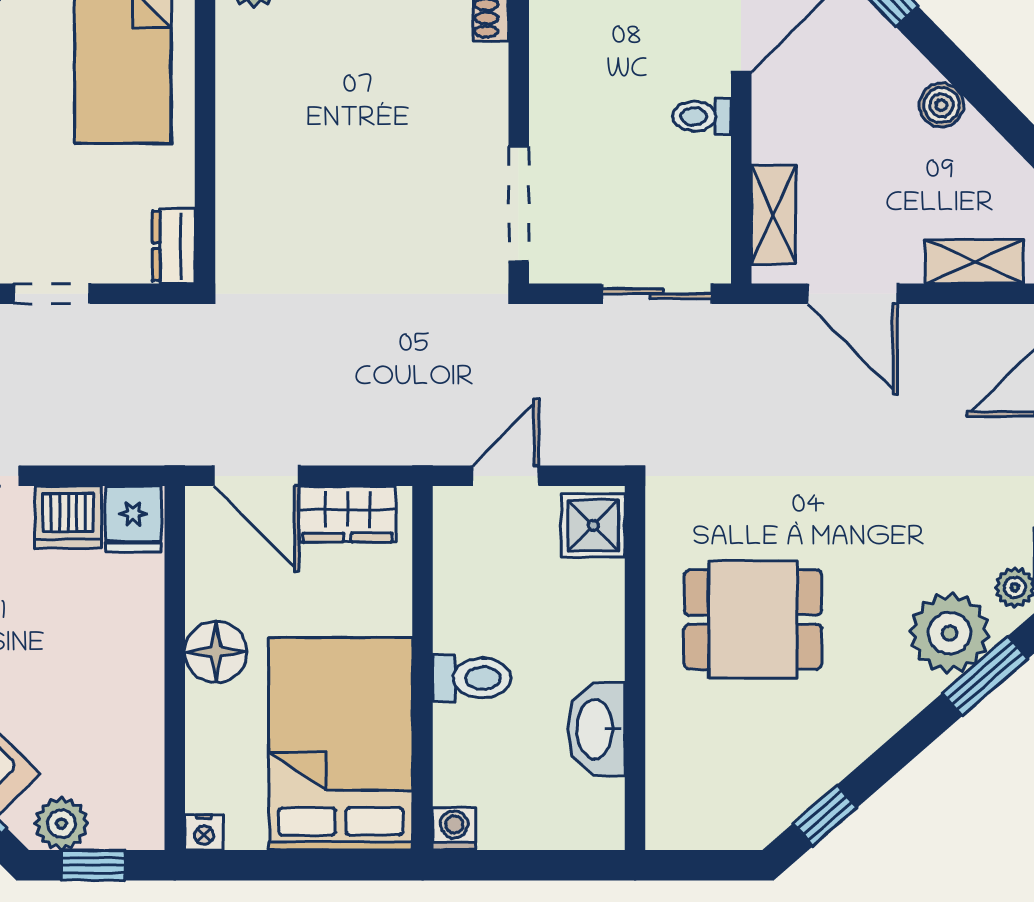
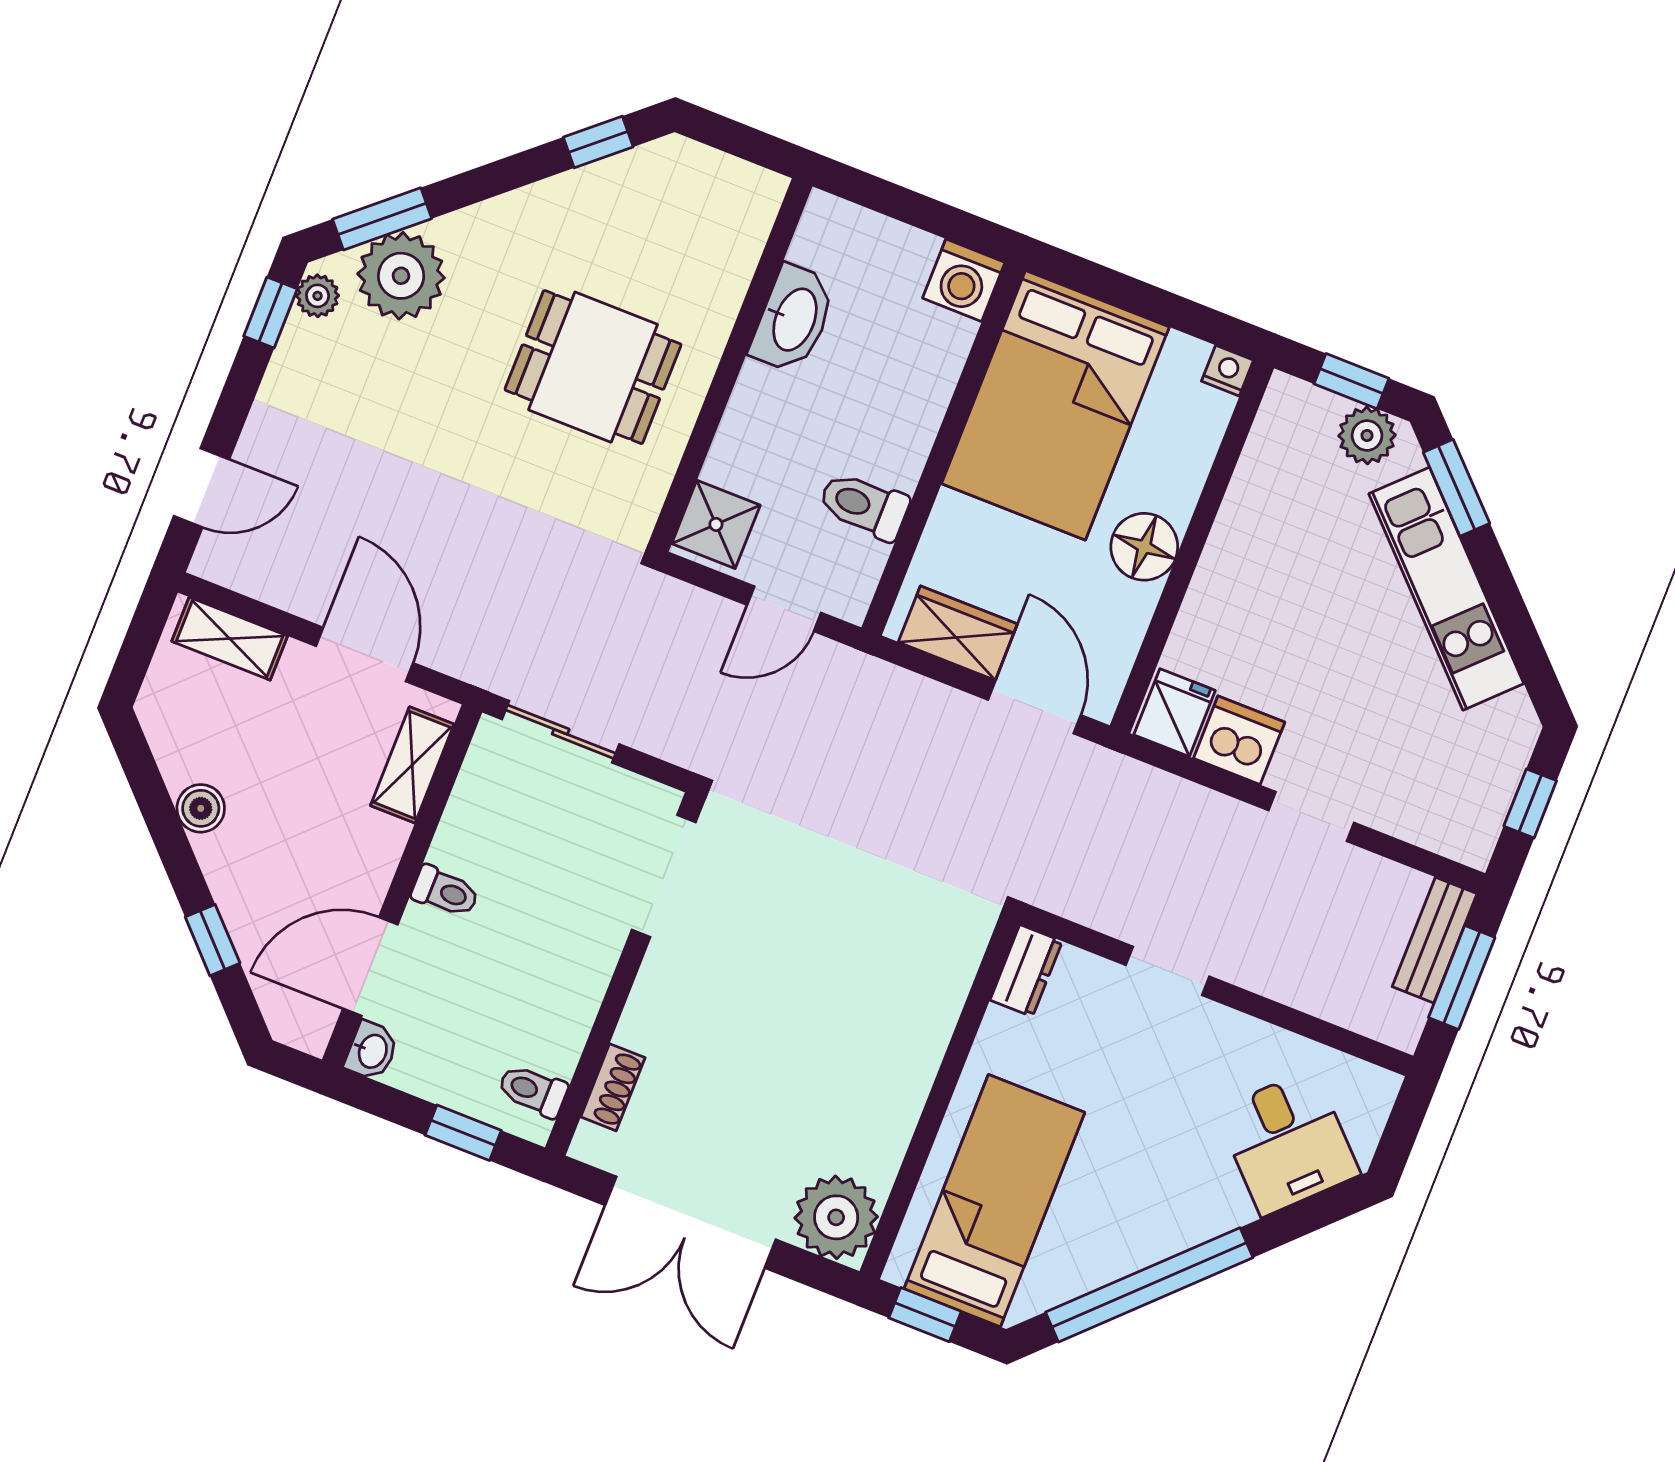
toilet: (472, 678) -> (864, 506), moved
washing machine: (454, 829) -> (964, 280), width x1.38, depth x1.38

